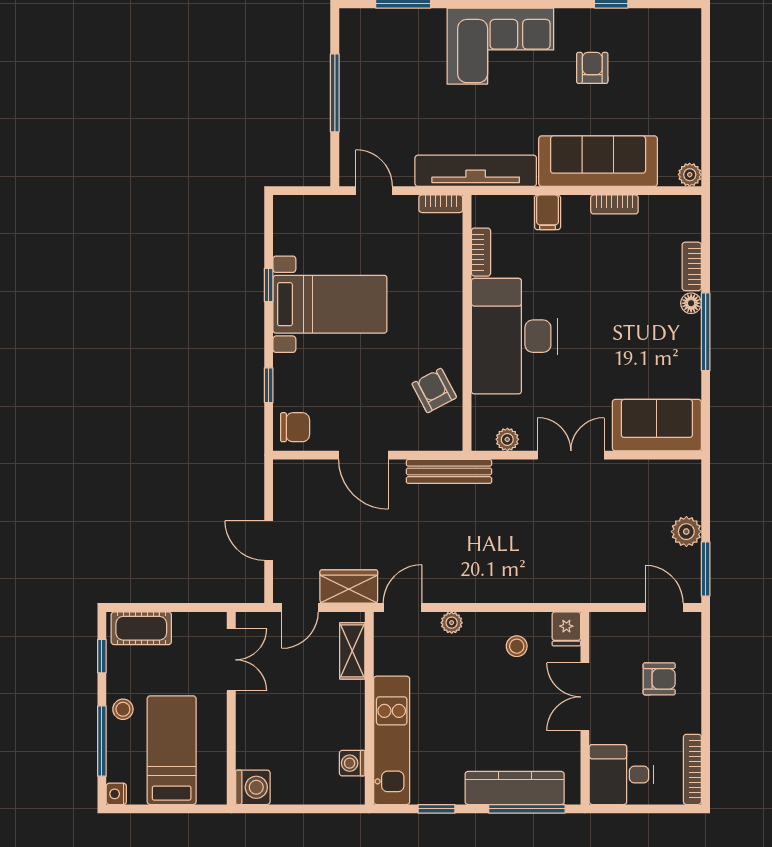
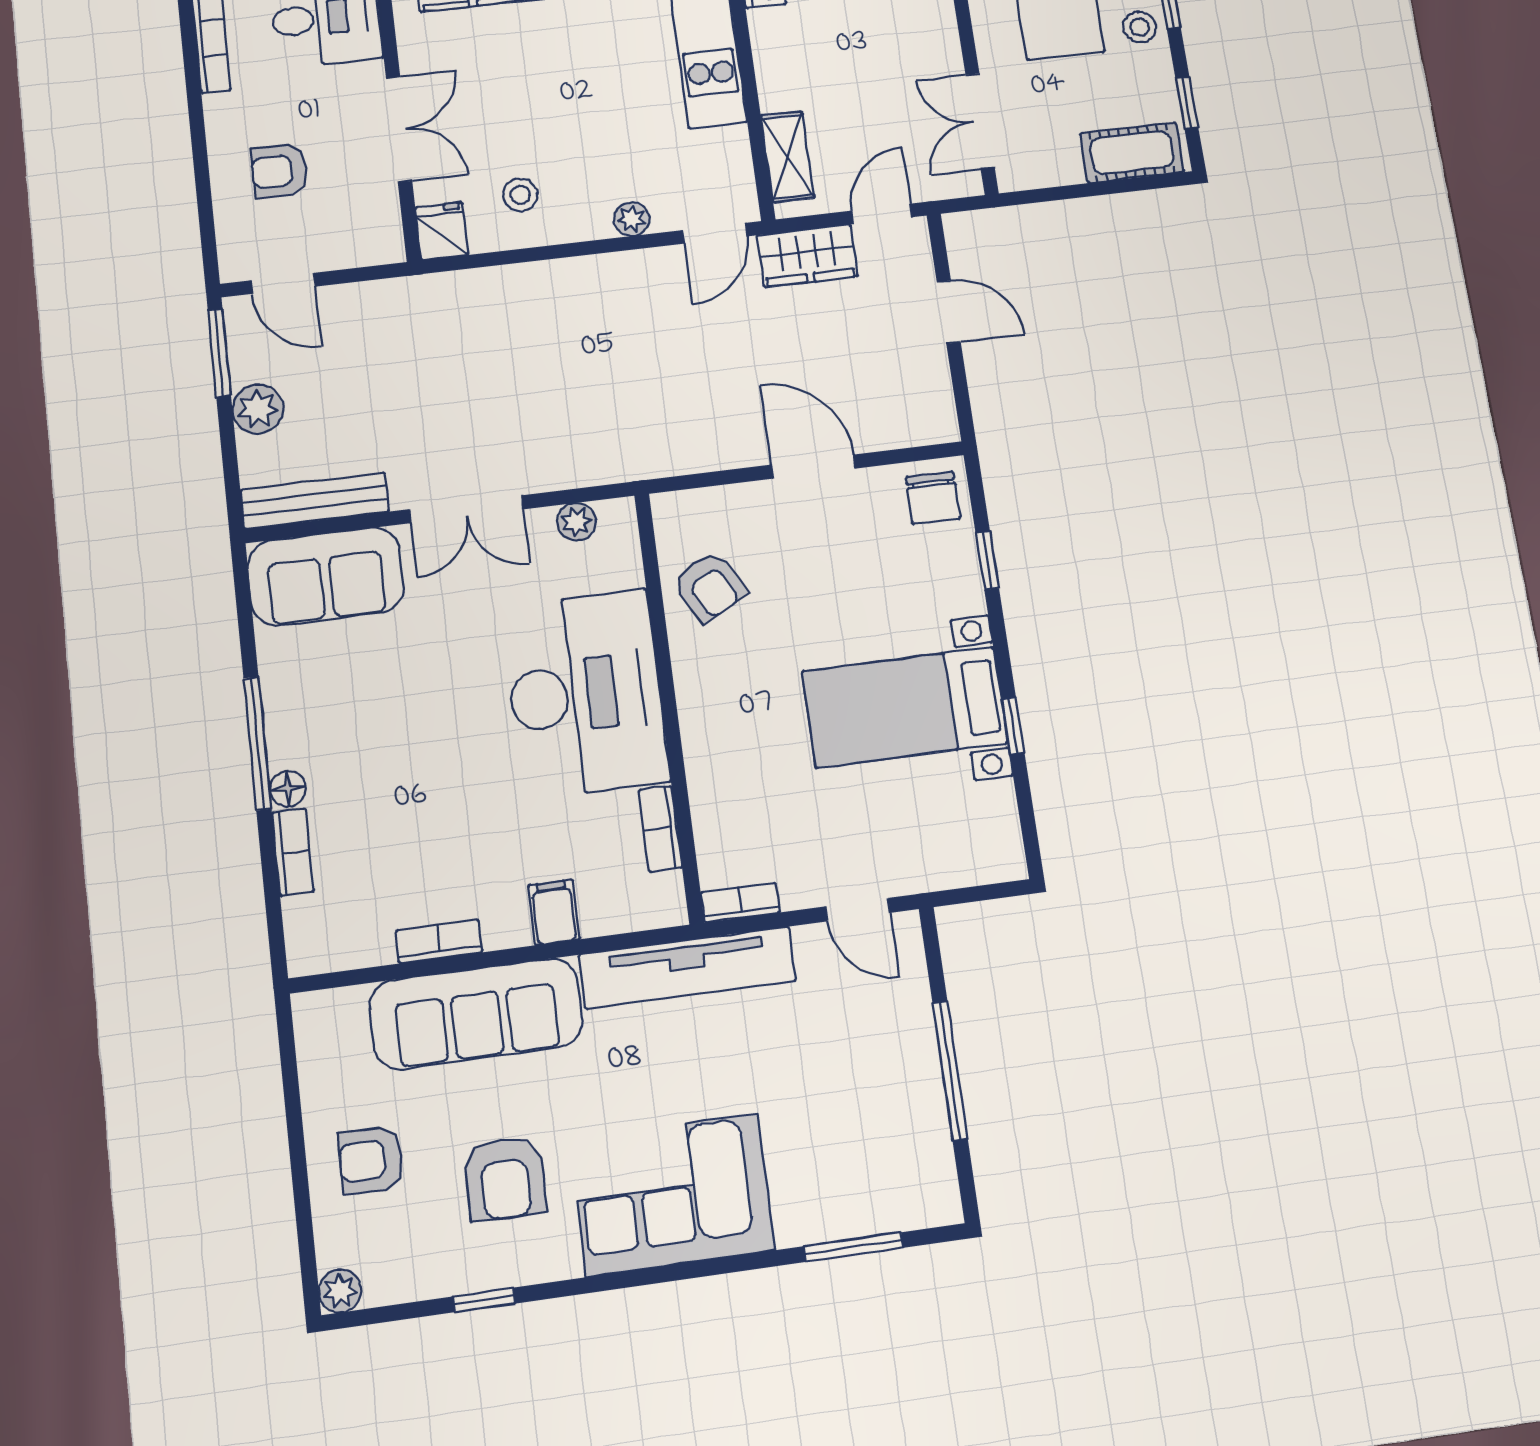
armchair: (592, 68) -> (505, 1178), width x1.38, depth x1.38
armchair: (665, 88) -> (371, 1160), added
plant: (690, 175) -> (340, 1291), moved
chair: (295, 427) -> (933, 498), turned -90
bench: (449, 471) -> (315, 501), moved

